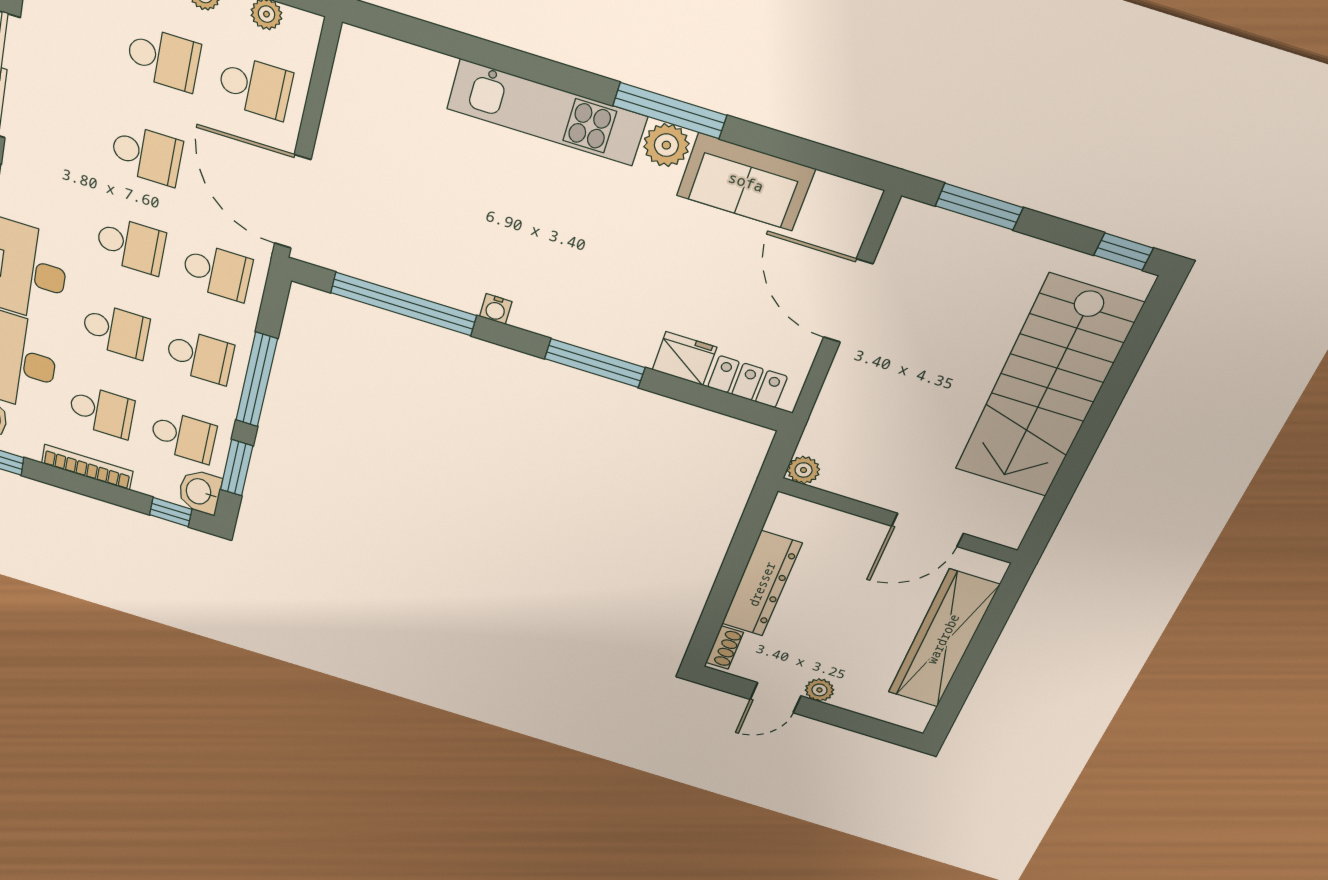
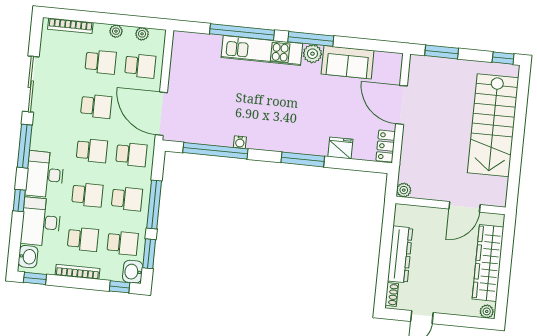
window: (507, 60) -> (242, 32), added
water cooler: (496, 309) -> (240, 142), moved
locker: (747, 382) -> (386, 146), moved, turned -90
plant: (819, 690) -> (487, 311), moved

